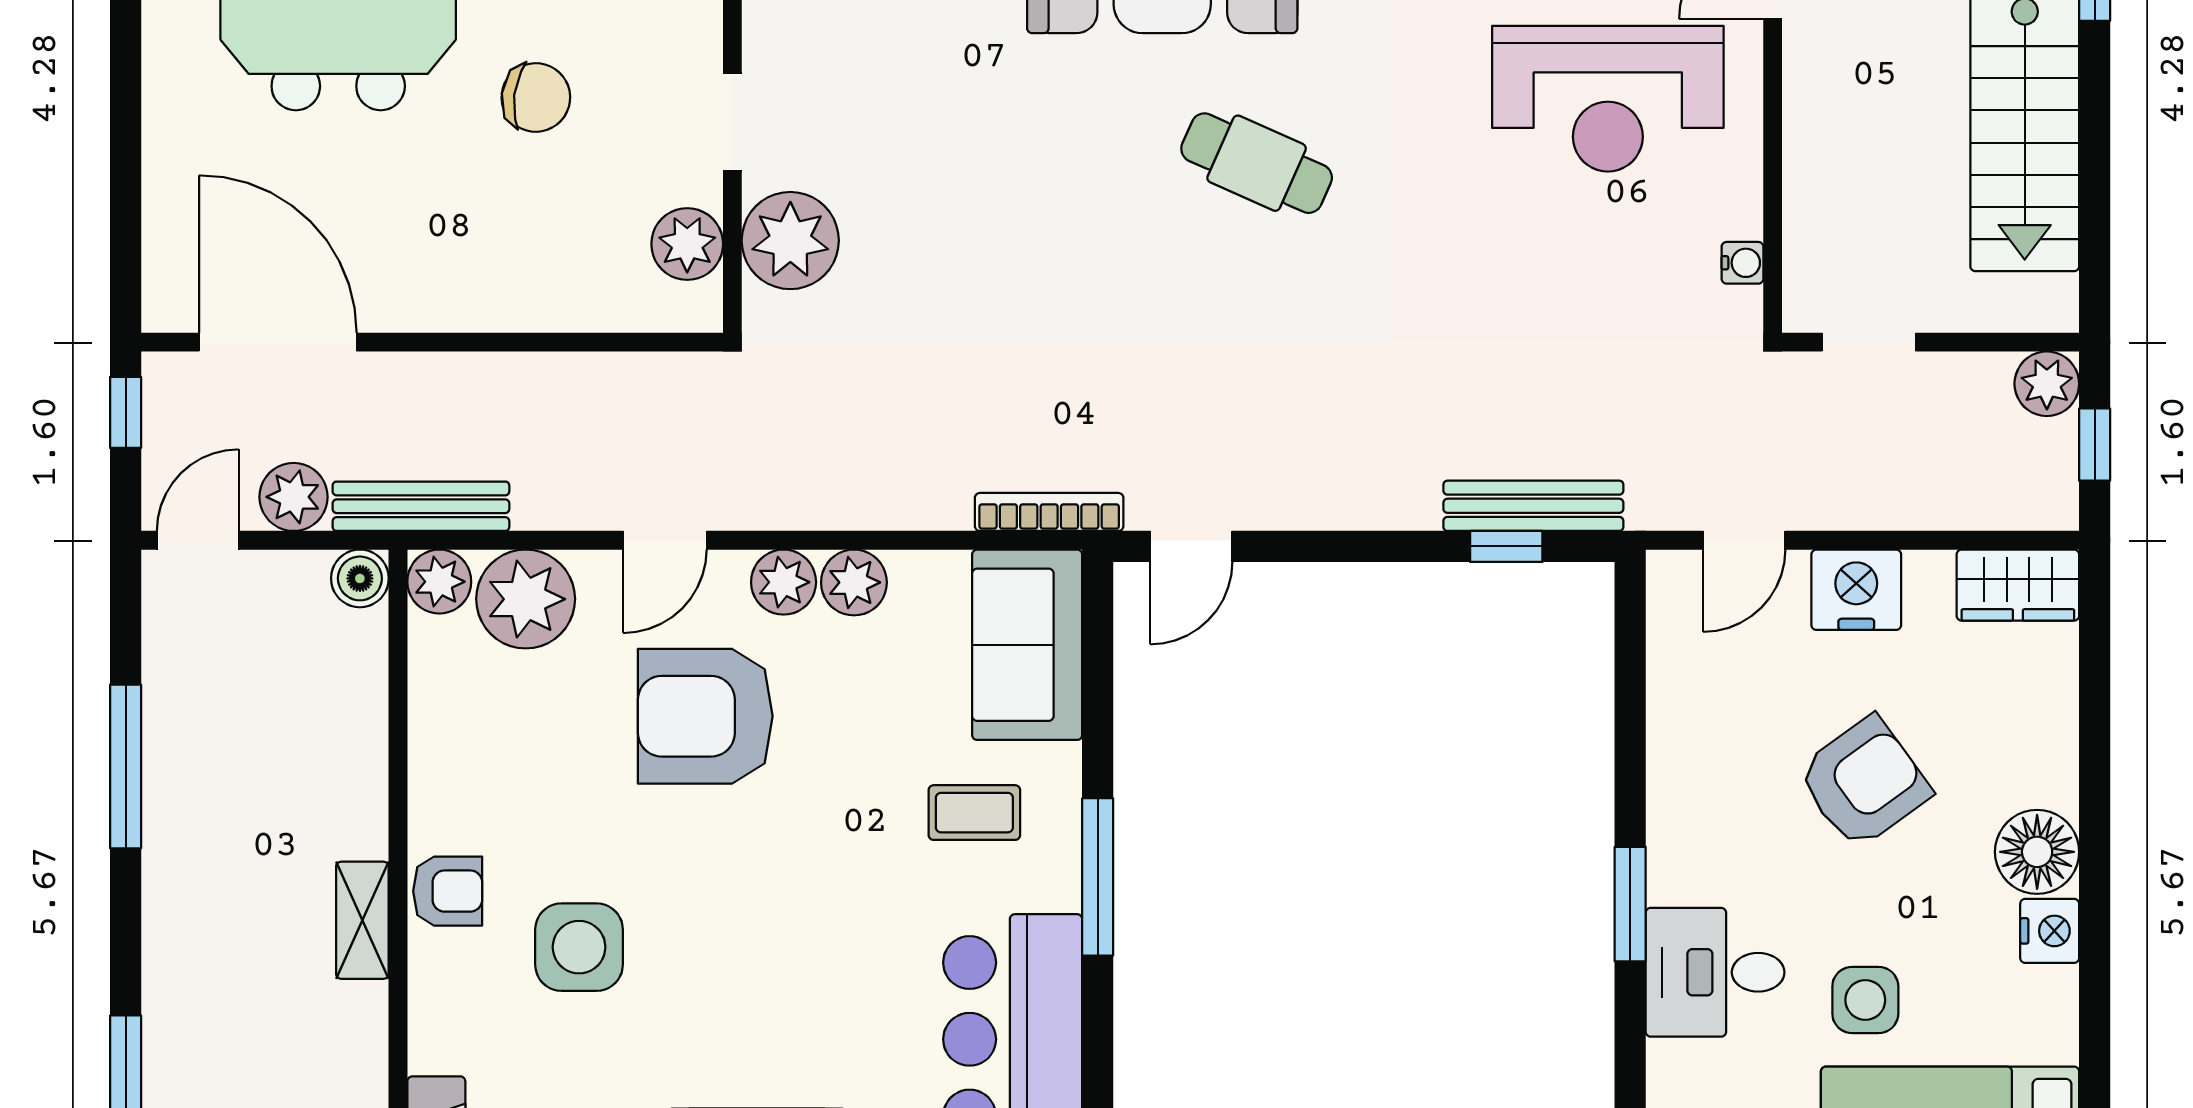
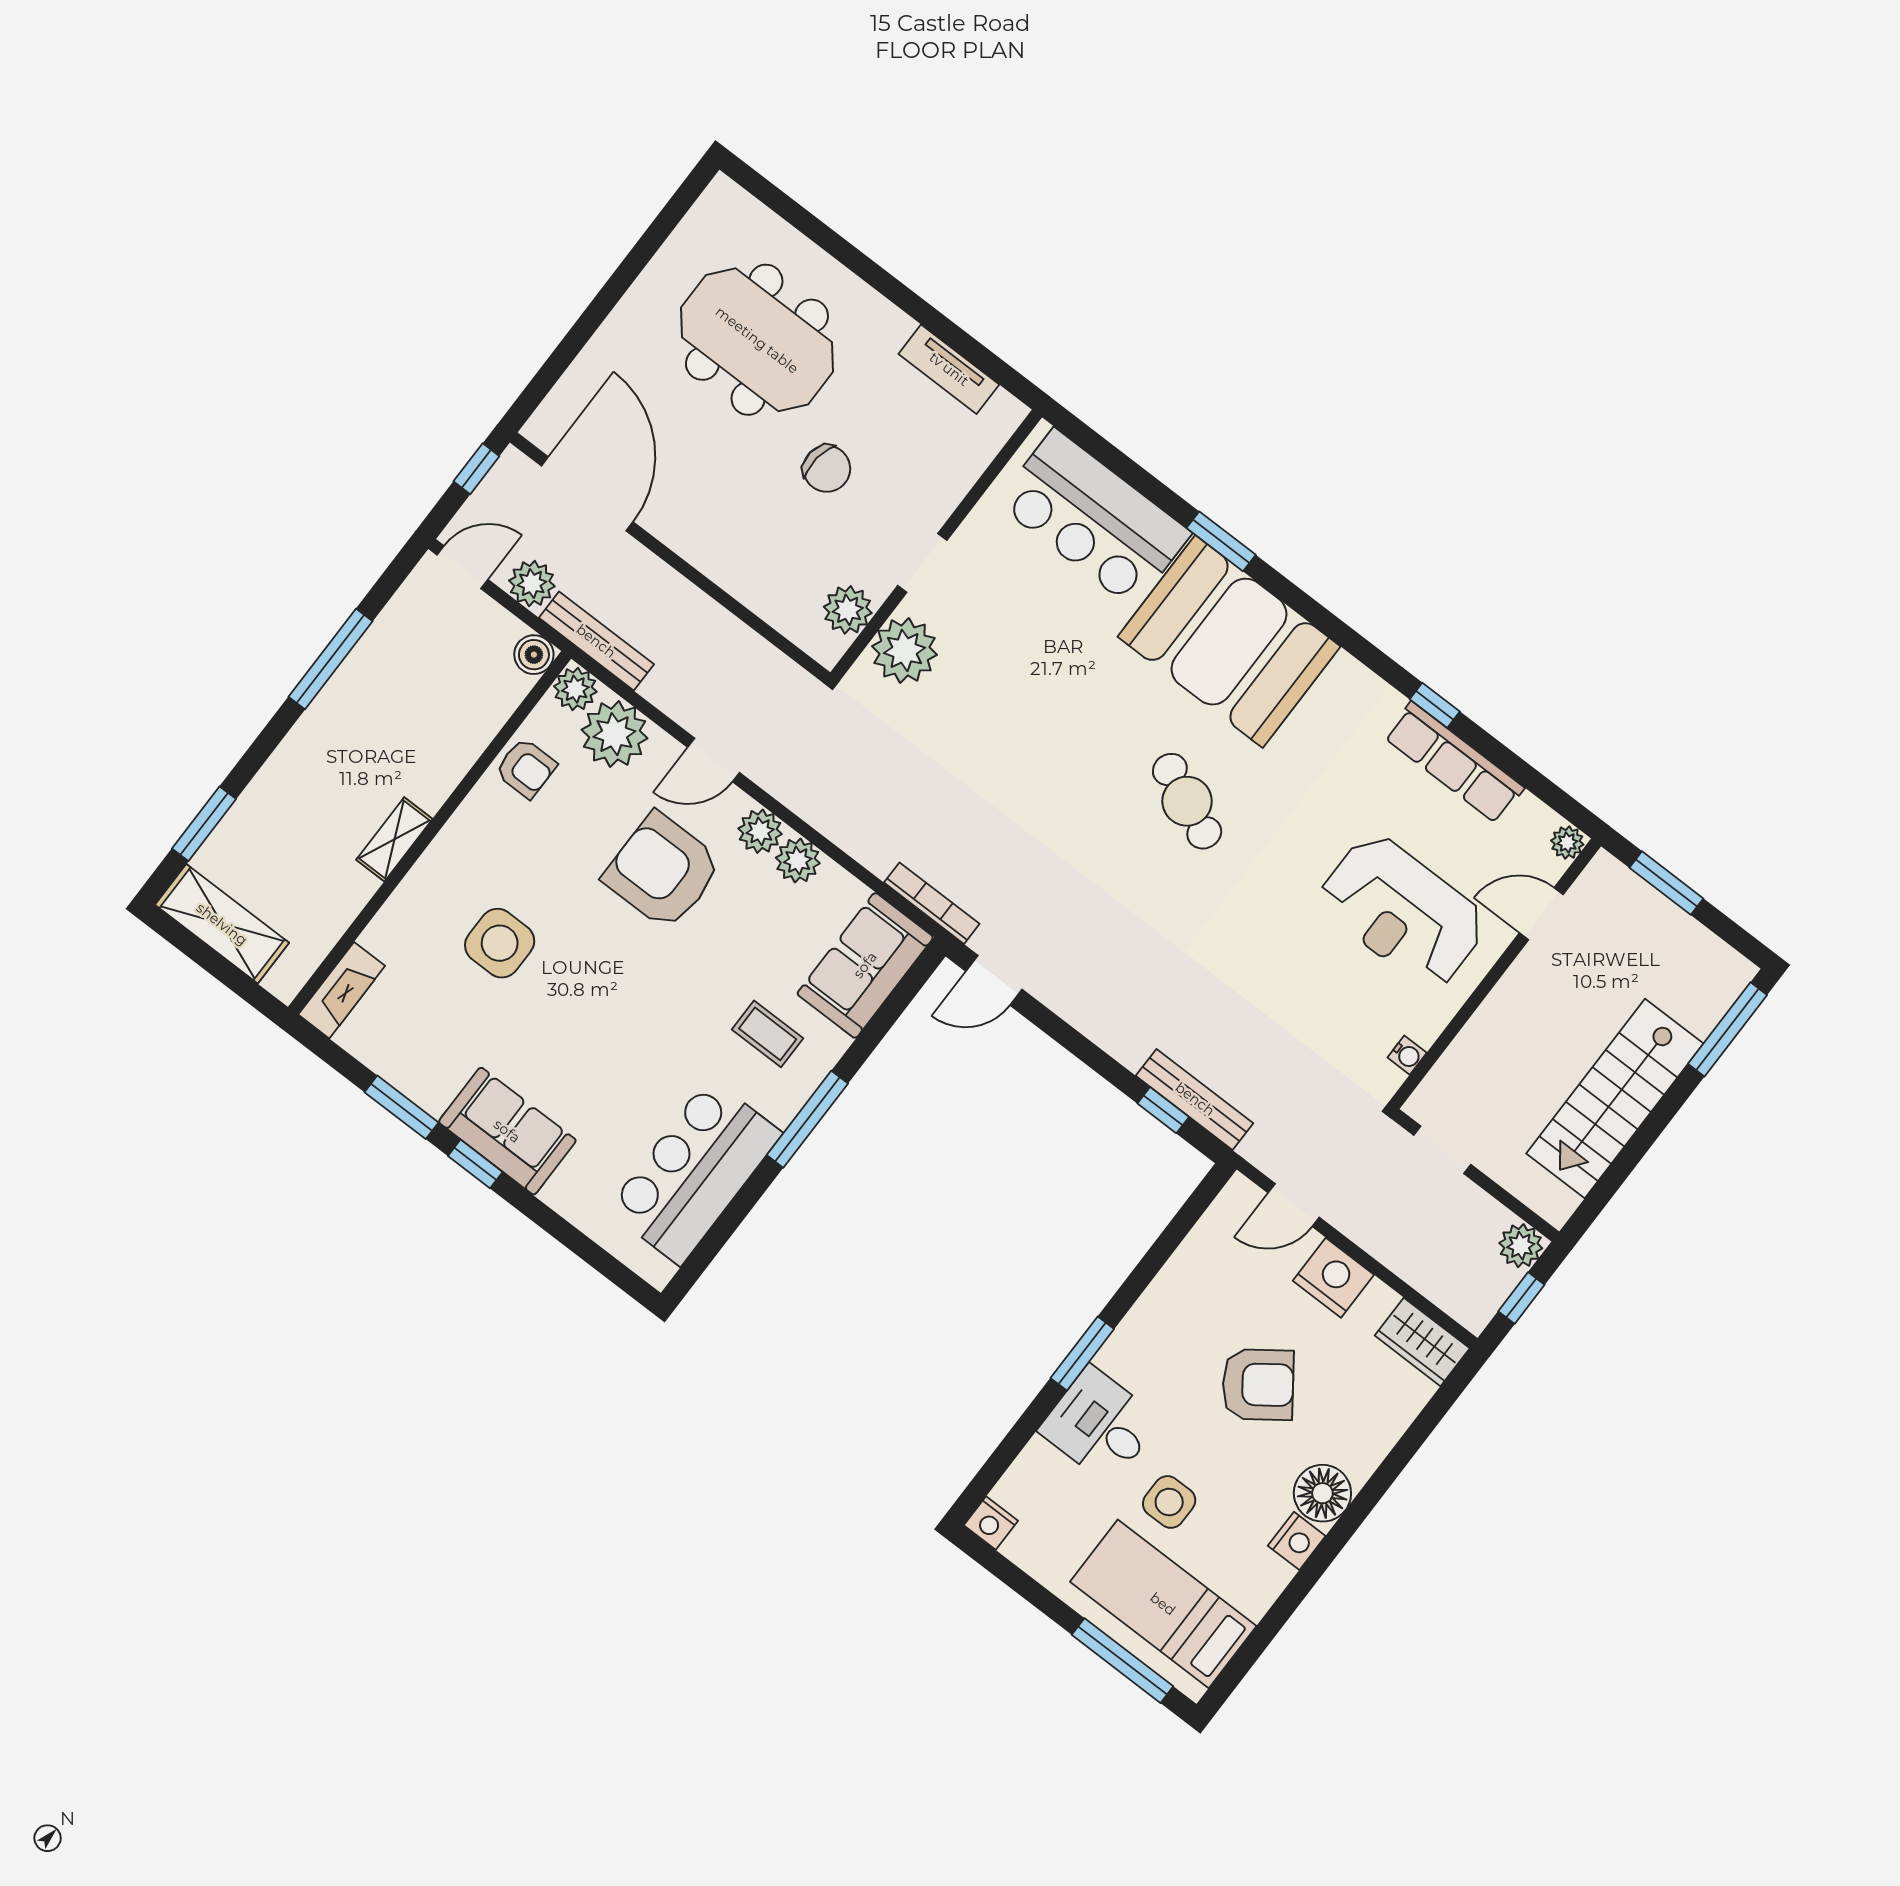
armchair: (448, 891) -> (526, 768), moved

